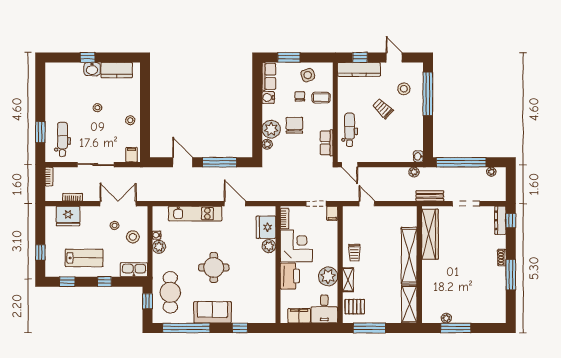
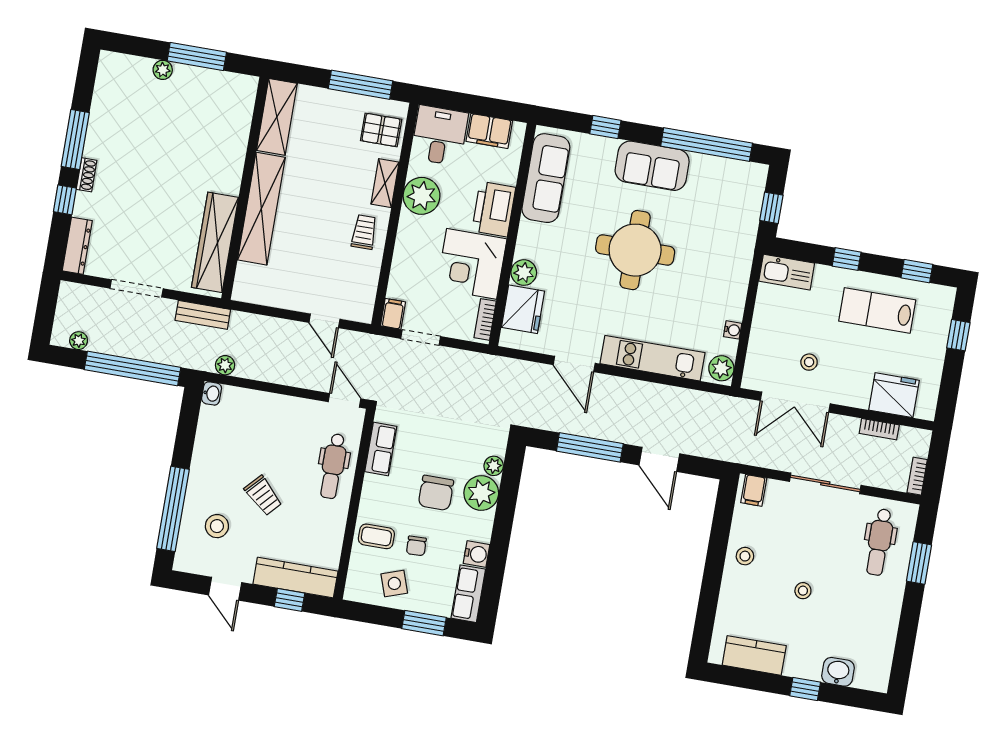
washbasin: (92, 69) -> (838, 672), moved
window: (511, 221) -> (65, 200), moved
stool: (133, 237) -> (778, 334), removed
plant: (159, 247) -> (721, 368), moved
round table: (214, 268) -> (635, 250), width x1.36, depth x1.36
cafe table: (170, 292) -> (725, 217), removed
sofa: (266, 297) -> (546, 178), added
plant: (446, 318) -> (163, 70), moved

